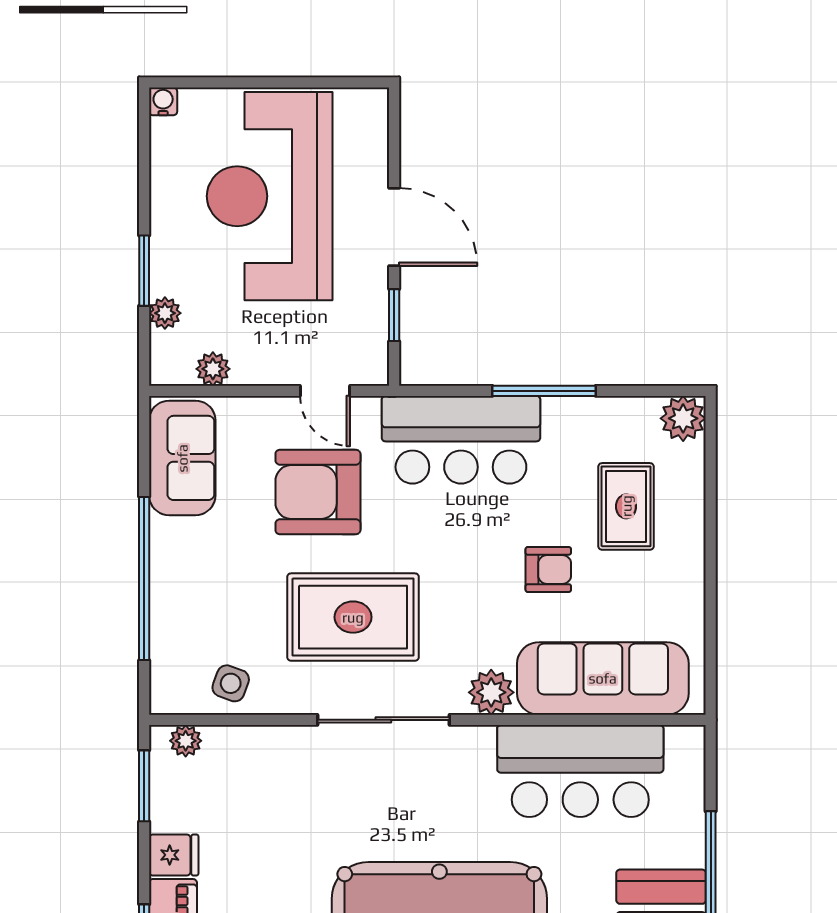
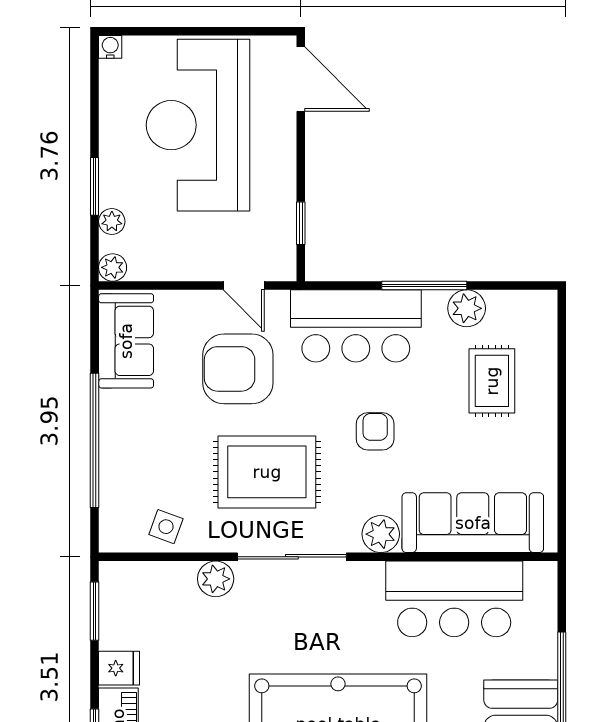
door: (394, 227) -> (301, 79), moved
plant: (213, 369) -> (113, 267), moved
plant: (683, 418) -> (467, 308), moved
armchair: (548, 569) -> (375, 431), moved, turned -90
plant: (186, 741) -> (216, 579), moved, width x1.38, depth x1.38

